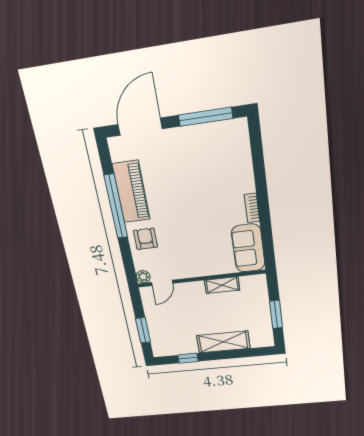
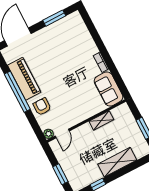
window: (206, 117) -> (54, 18), width x0.69

